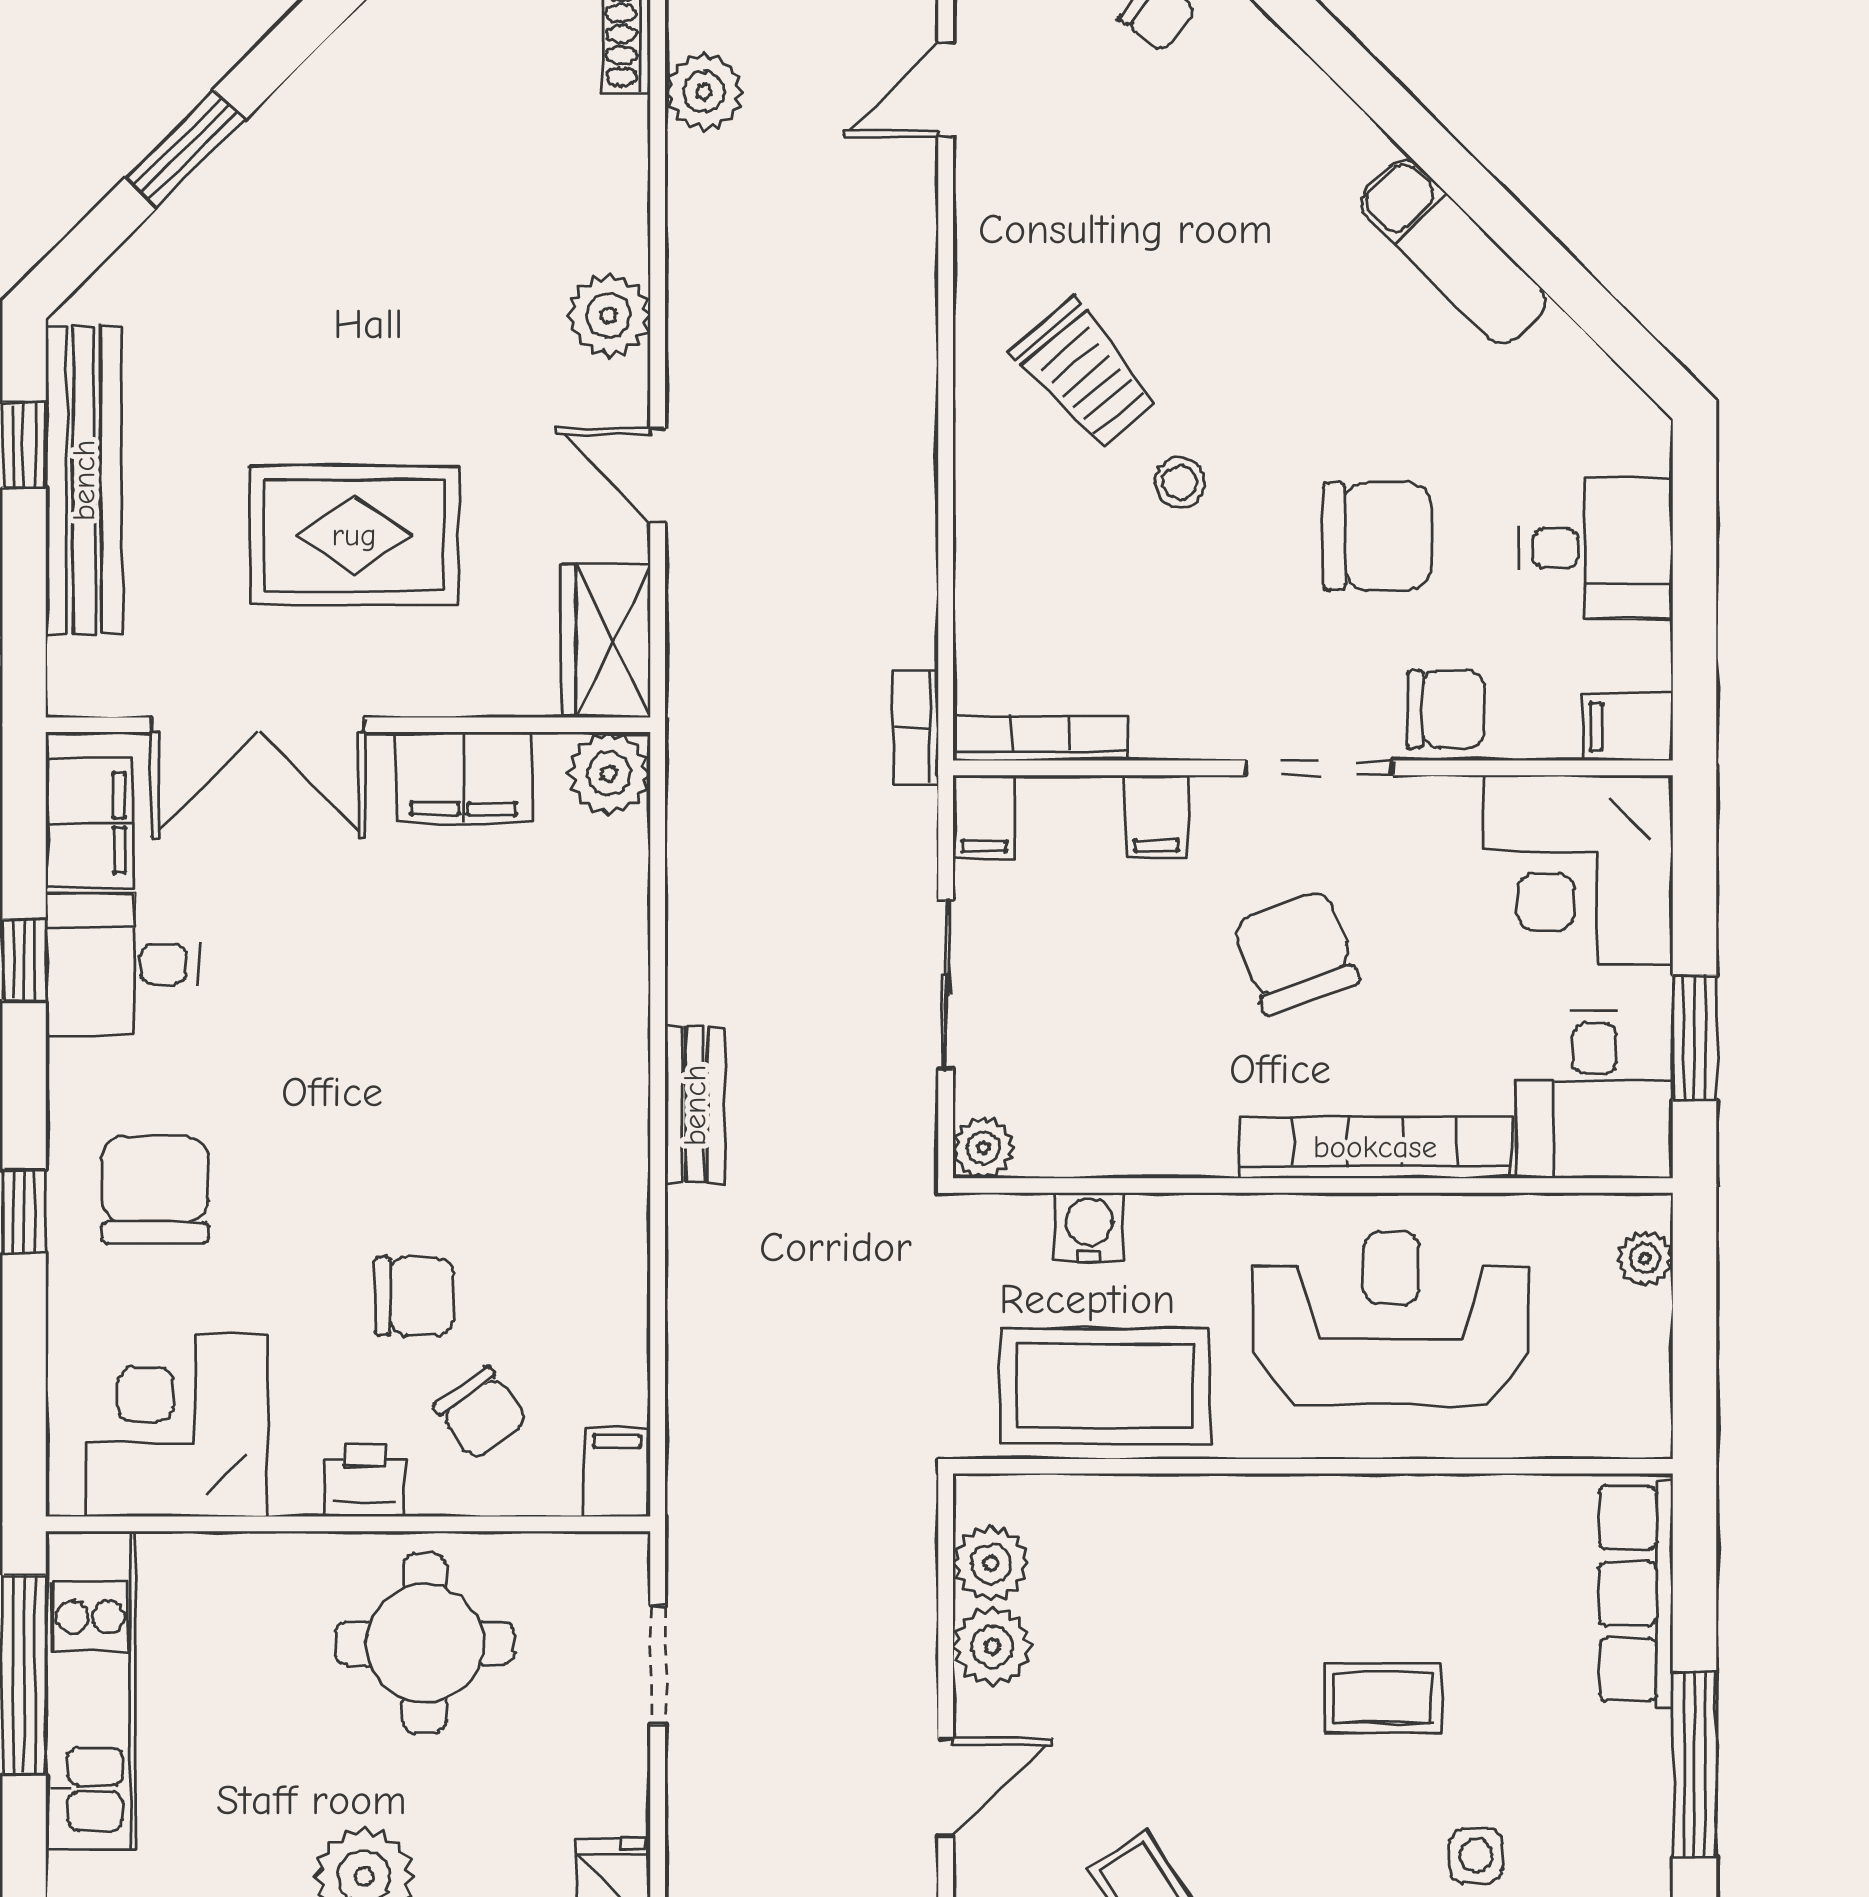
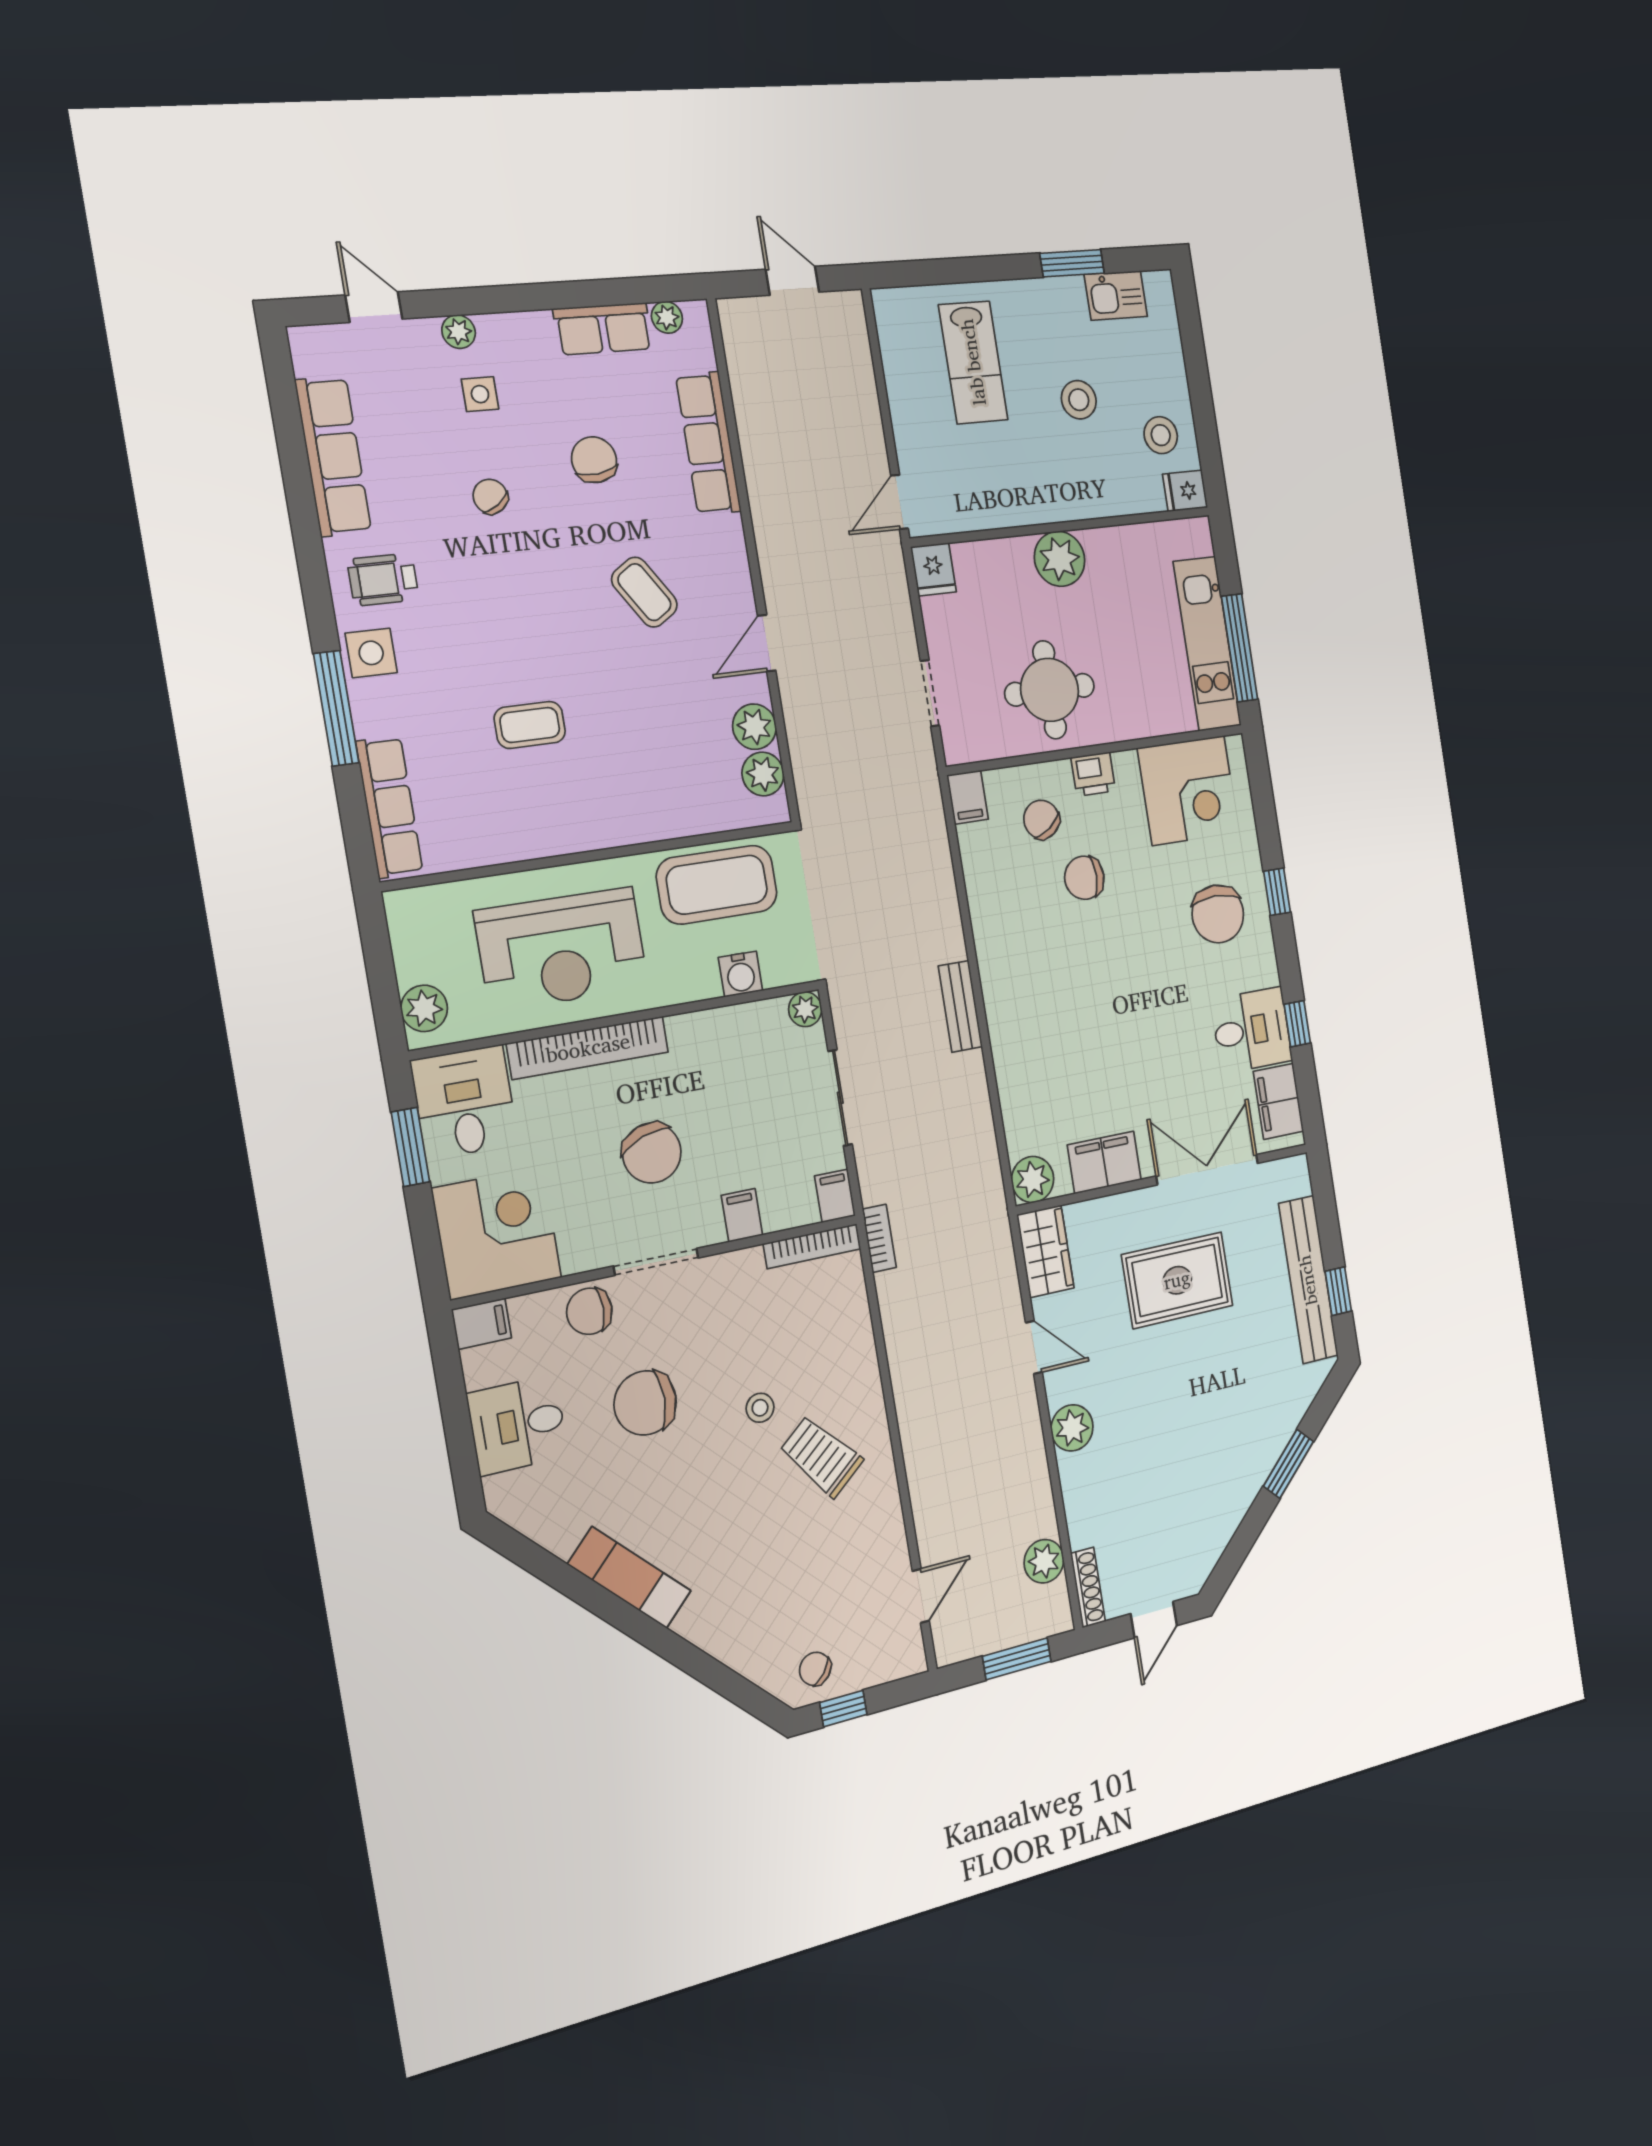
plant: (1645, 1258) -> (424, 1008), width x1.38, depth x1.38
side table: (1476, 1856) -> (371, 653), moved, width x1.37, depth x1.37

